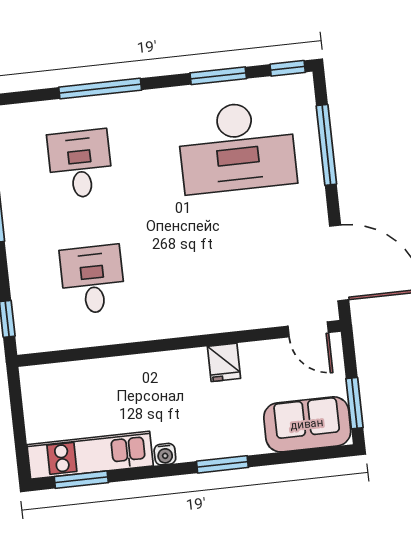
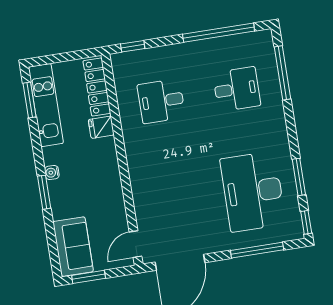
window: (100, 89) -> (282, 73), moved
desk: (93, 280) -> (161, 101), turned 180
fridge: (224, 362) -> (101, 127), moved
locker: (66, 376) -> (97, 87), added
water cooler: (165, 454) -> (52, 172), moved

